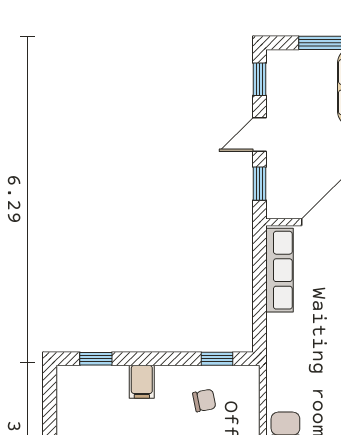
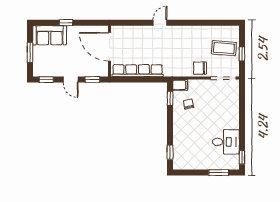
row of seats: (280, 270) -> (138, 71), width x1.36
filing cabinet: (142, 382) -> (180, 85), moved

